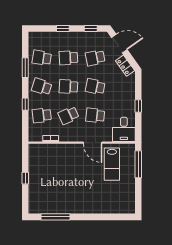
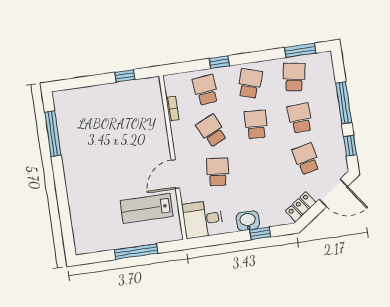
window: (63, 29) -> (344, 103), width x2.17
door: (119, 44) -> (333, 193), hinge flipped
window: (25, 68) -> (300, 50), moved
school desk: (95, 87) -> (262, 165), removed
washbasin: (129, 101) -> (248, 221), added
window: (138, 106) -> (260, 233), moved
window: (138, 164) -> (136, 251), moved
window: (25, 178) -> (125, 76), moved

